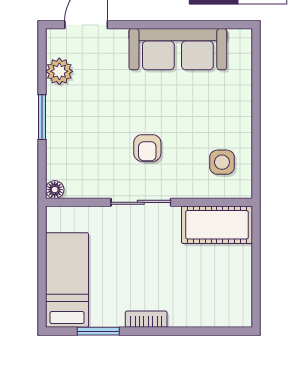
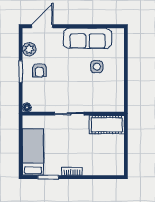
armchair: (147, 148) -> (39, 70), moved
side table: (222, 162) -> (97, 67), moved

